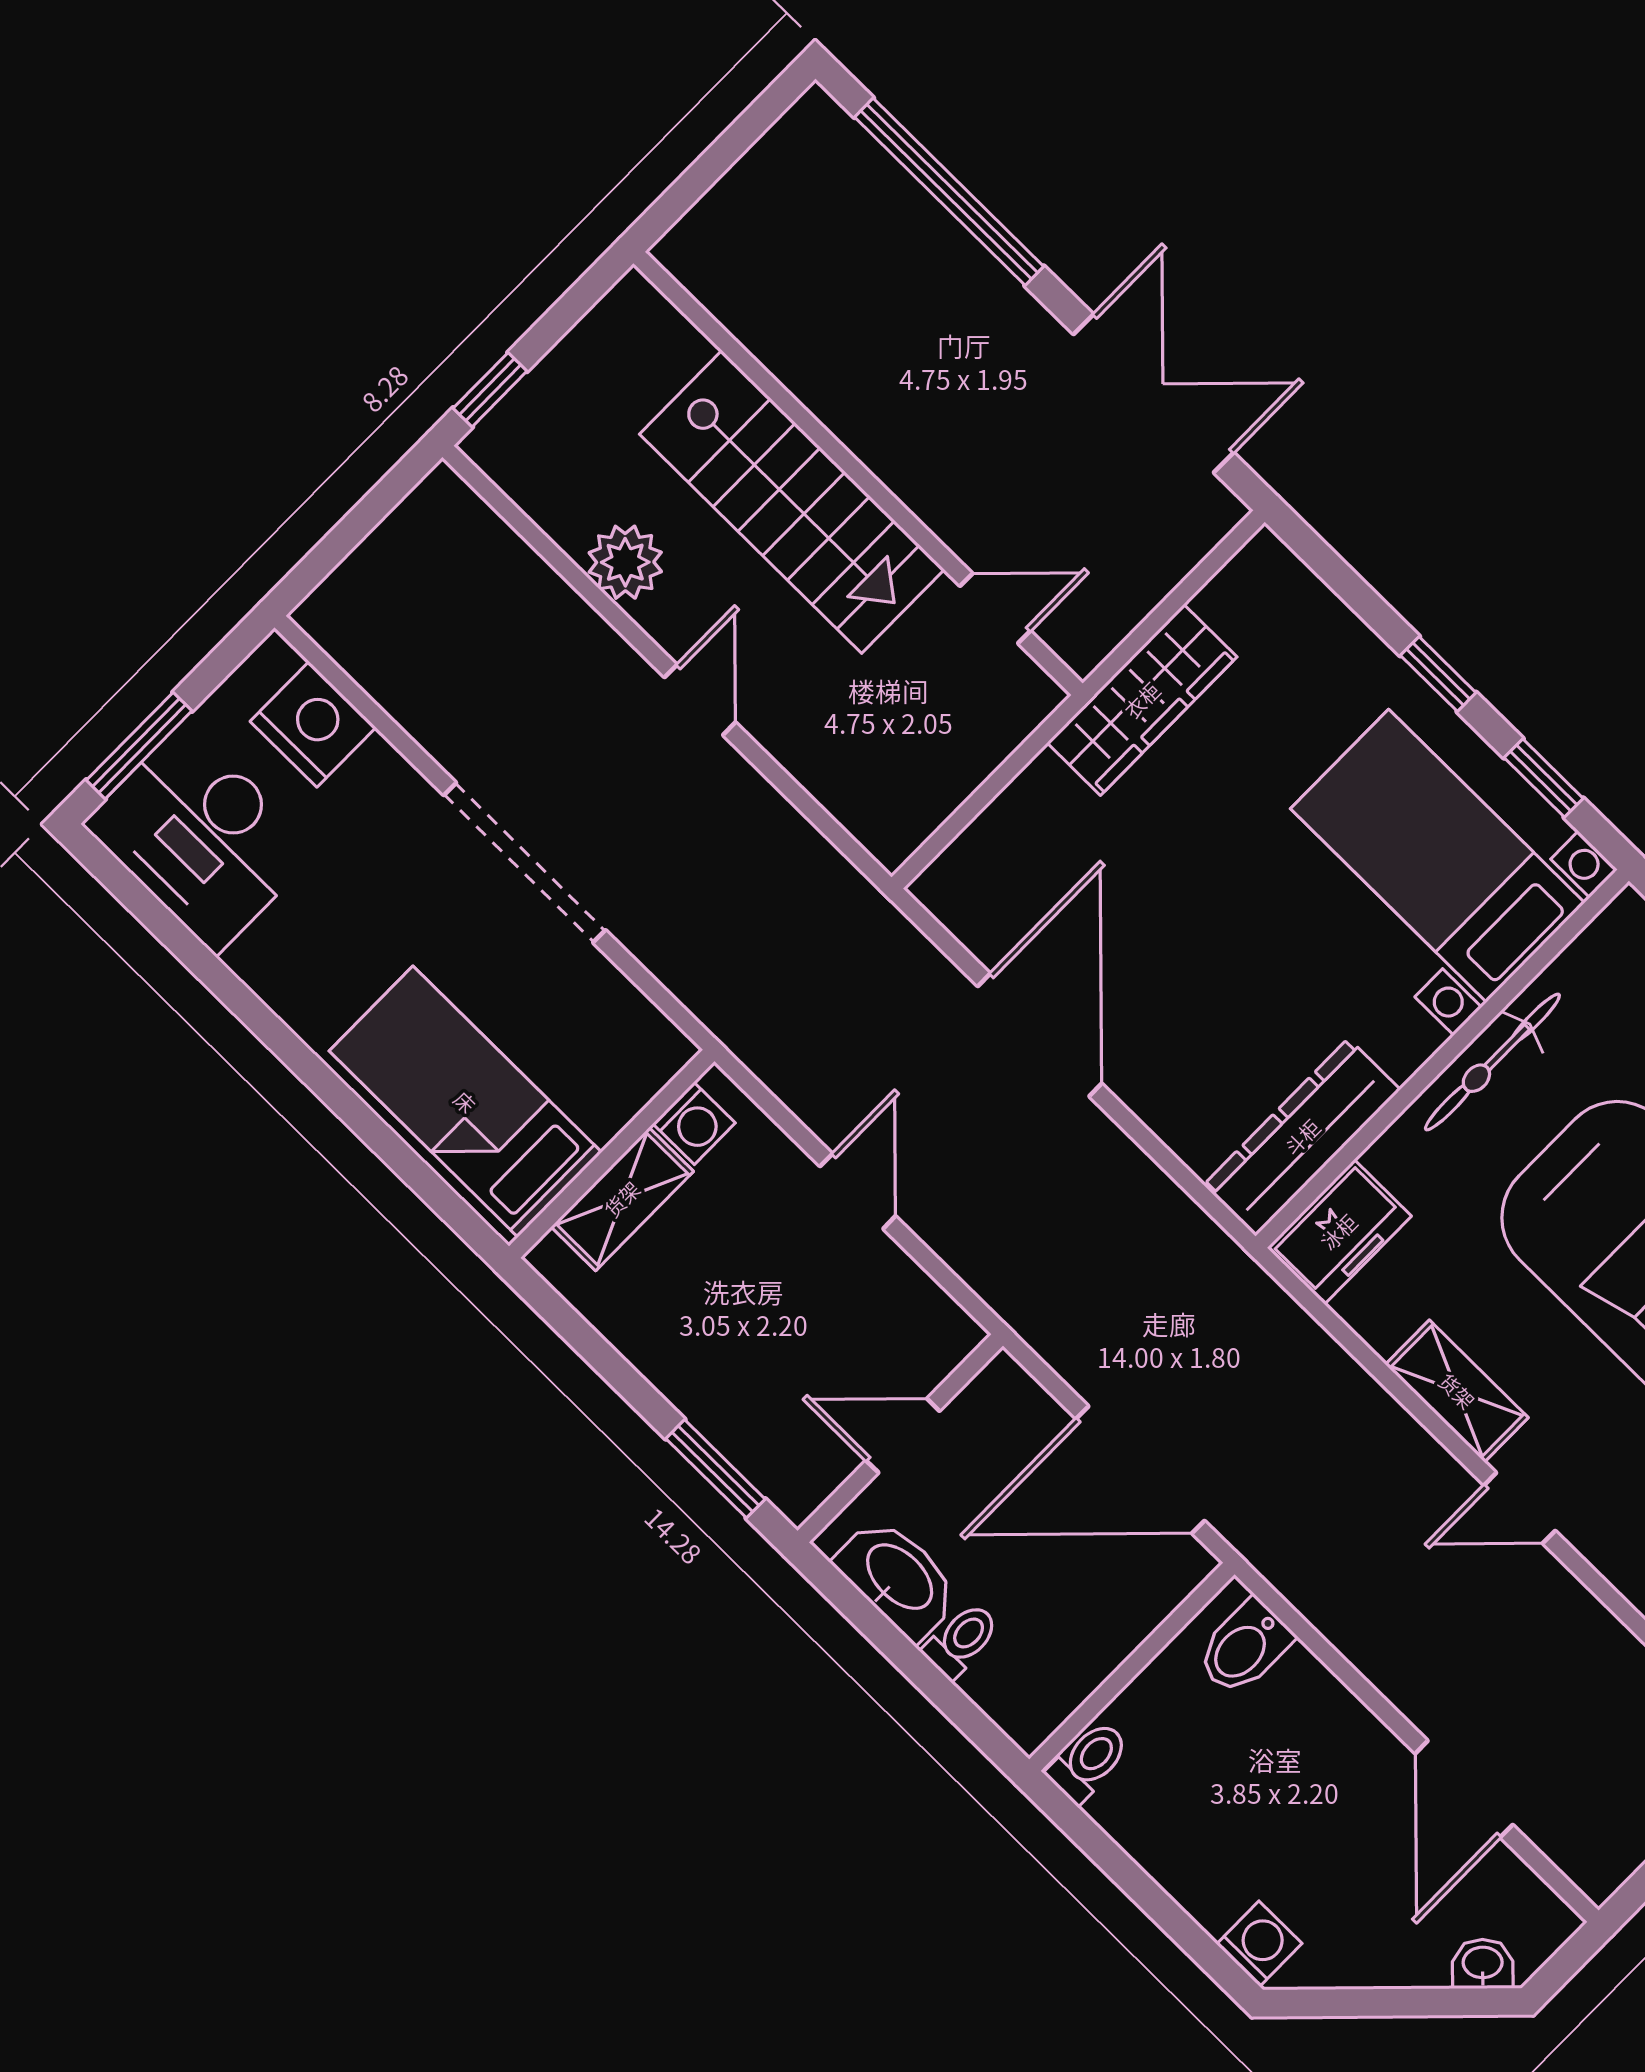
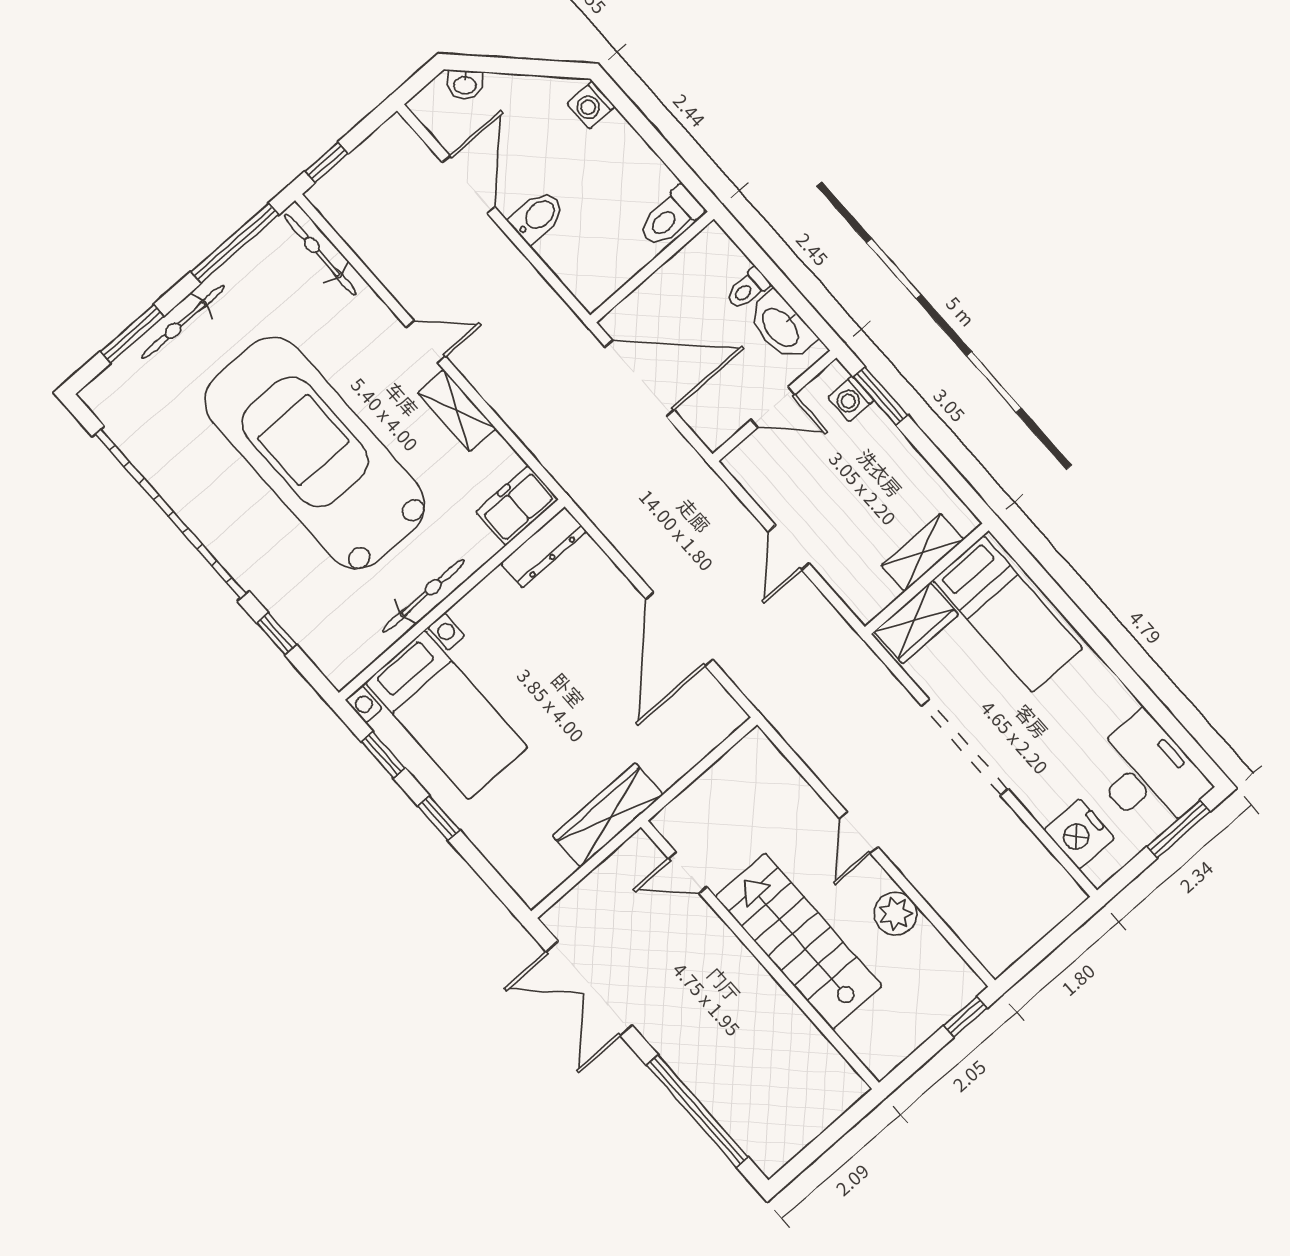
wardrobe: (625, 1075) -> (916, 623), added
washing machine: (694, 1123) -> (851, 399), moved, turned -90
dresser: (1302, 1137) -> (544, 547), width x0.73, depth x0.80
bidet: (1244, 1647) -> (537, 217), moved
toilet: (1088, 1762) -> (670, 217), width x1.37, depth x1.39

